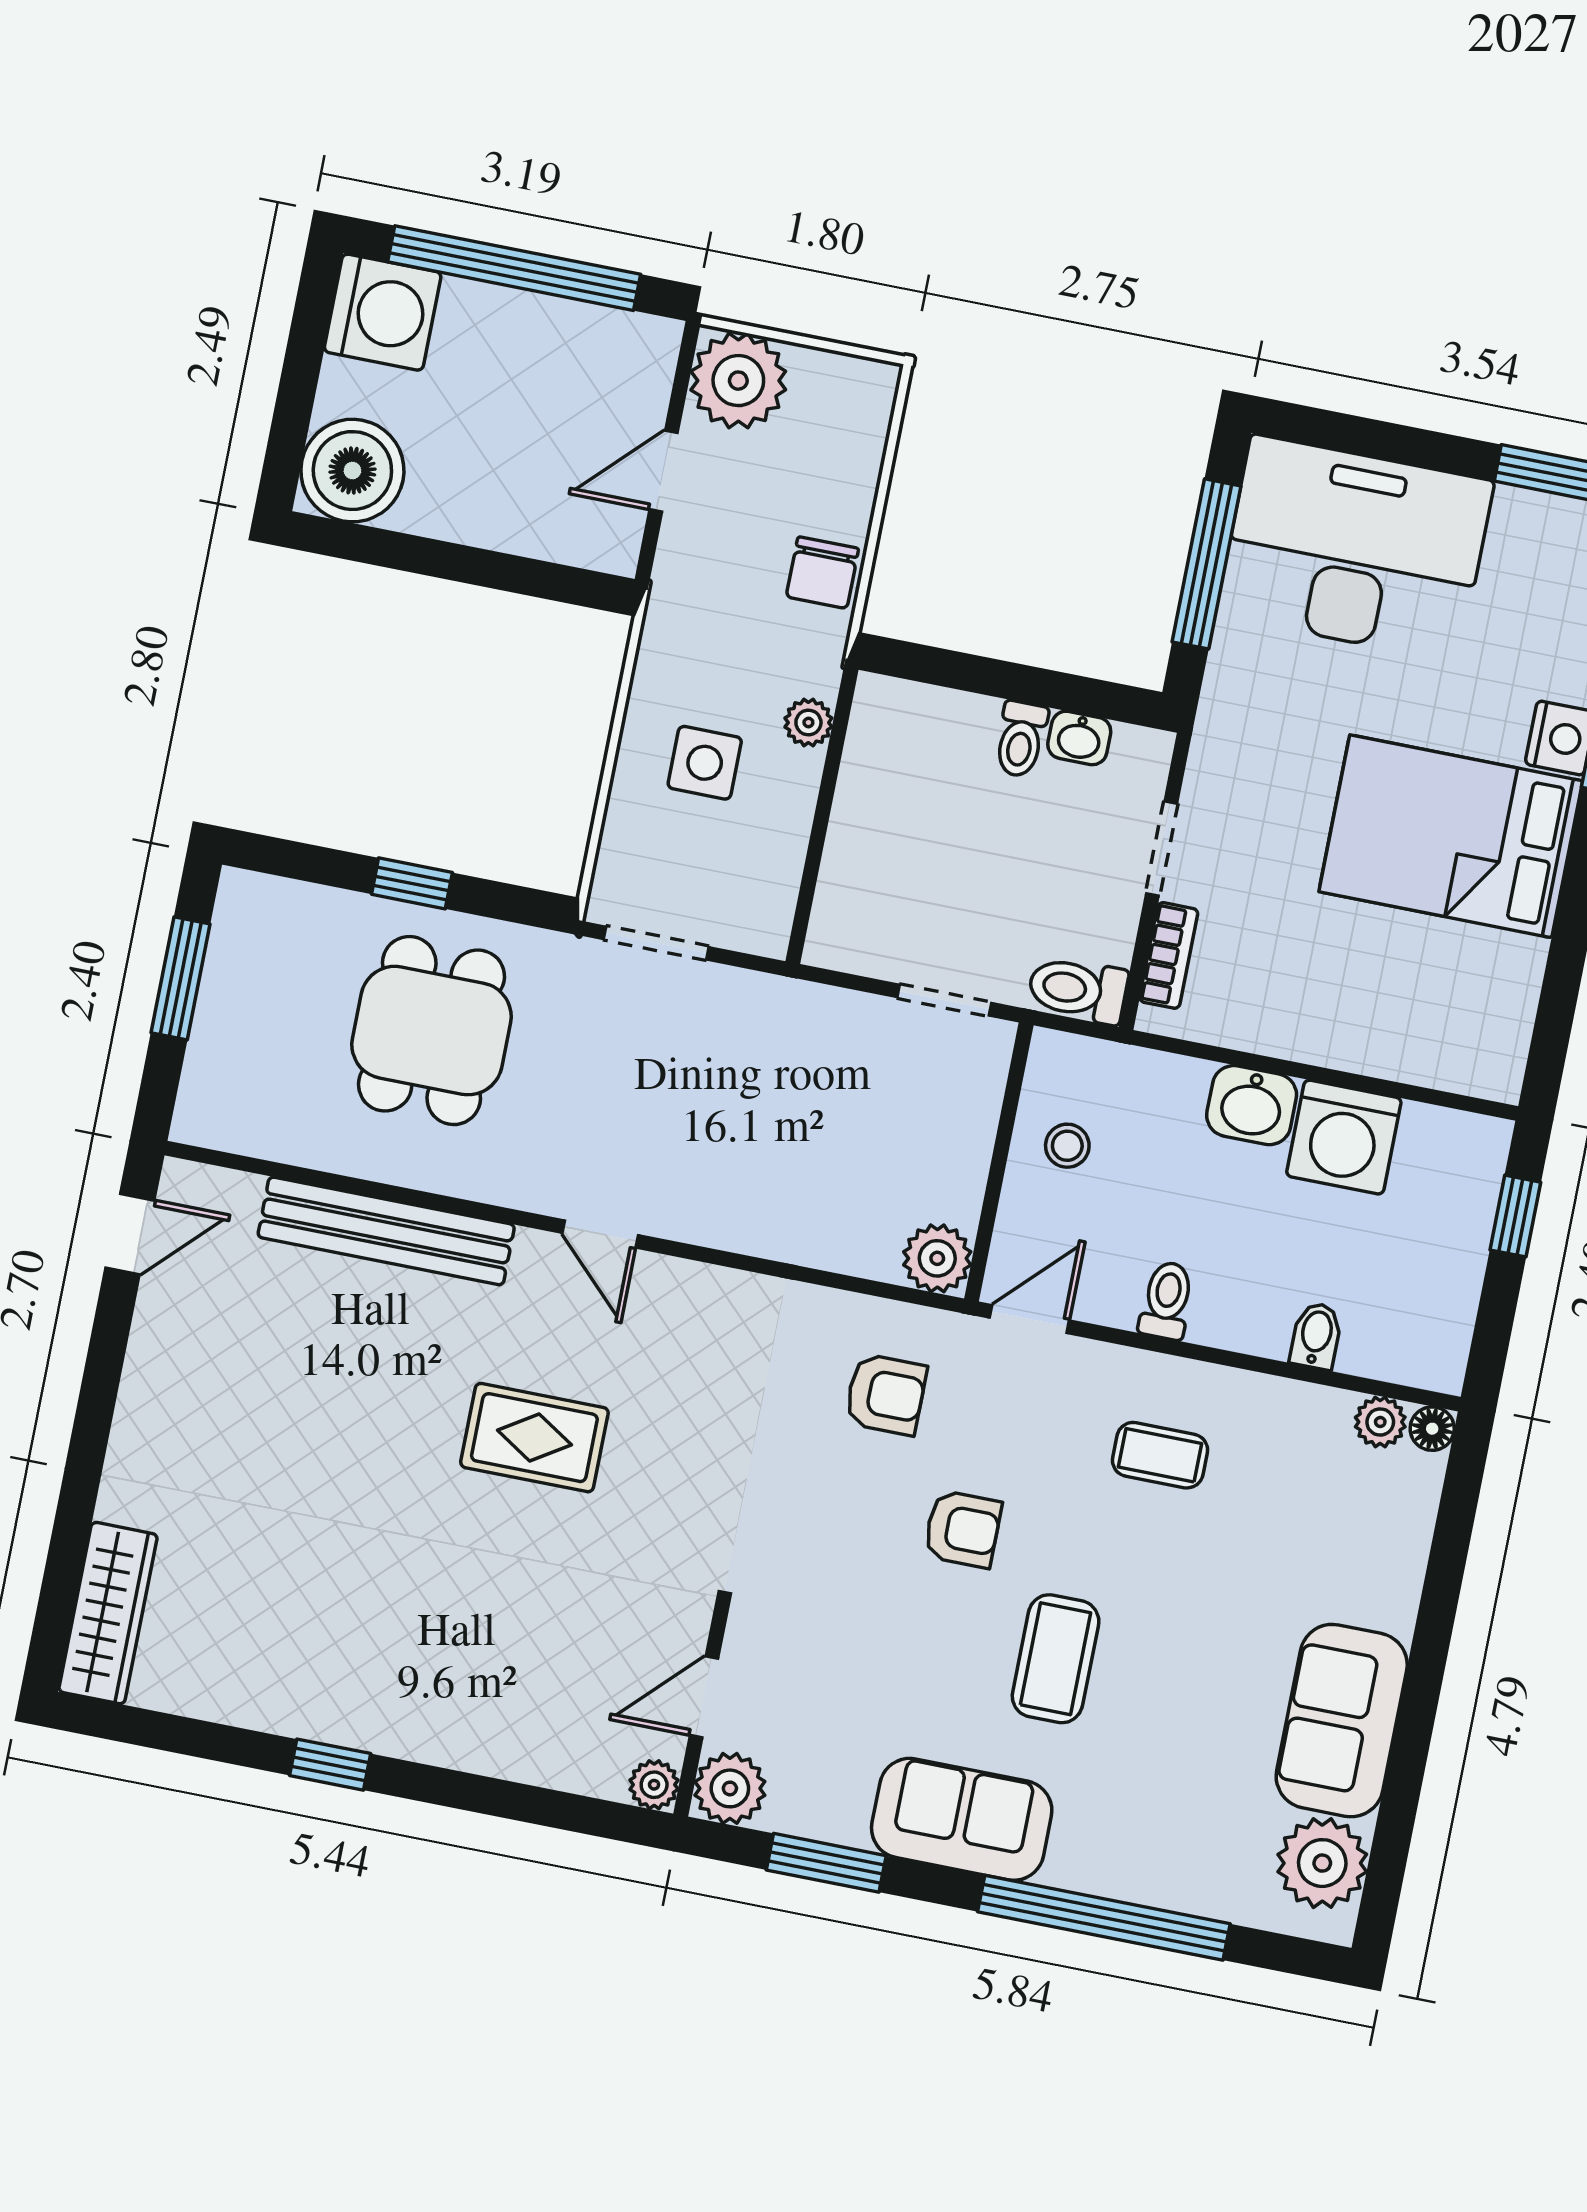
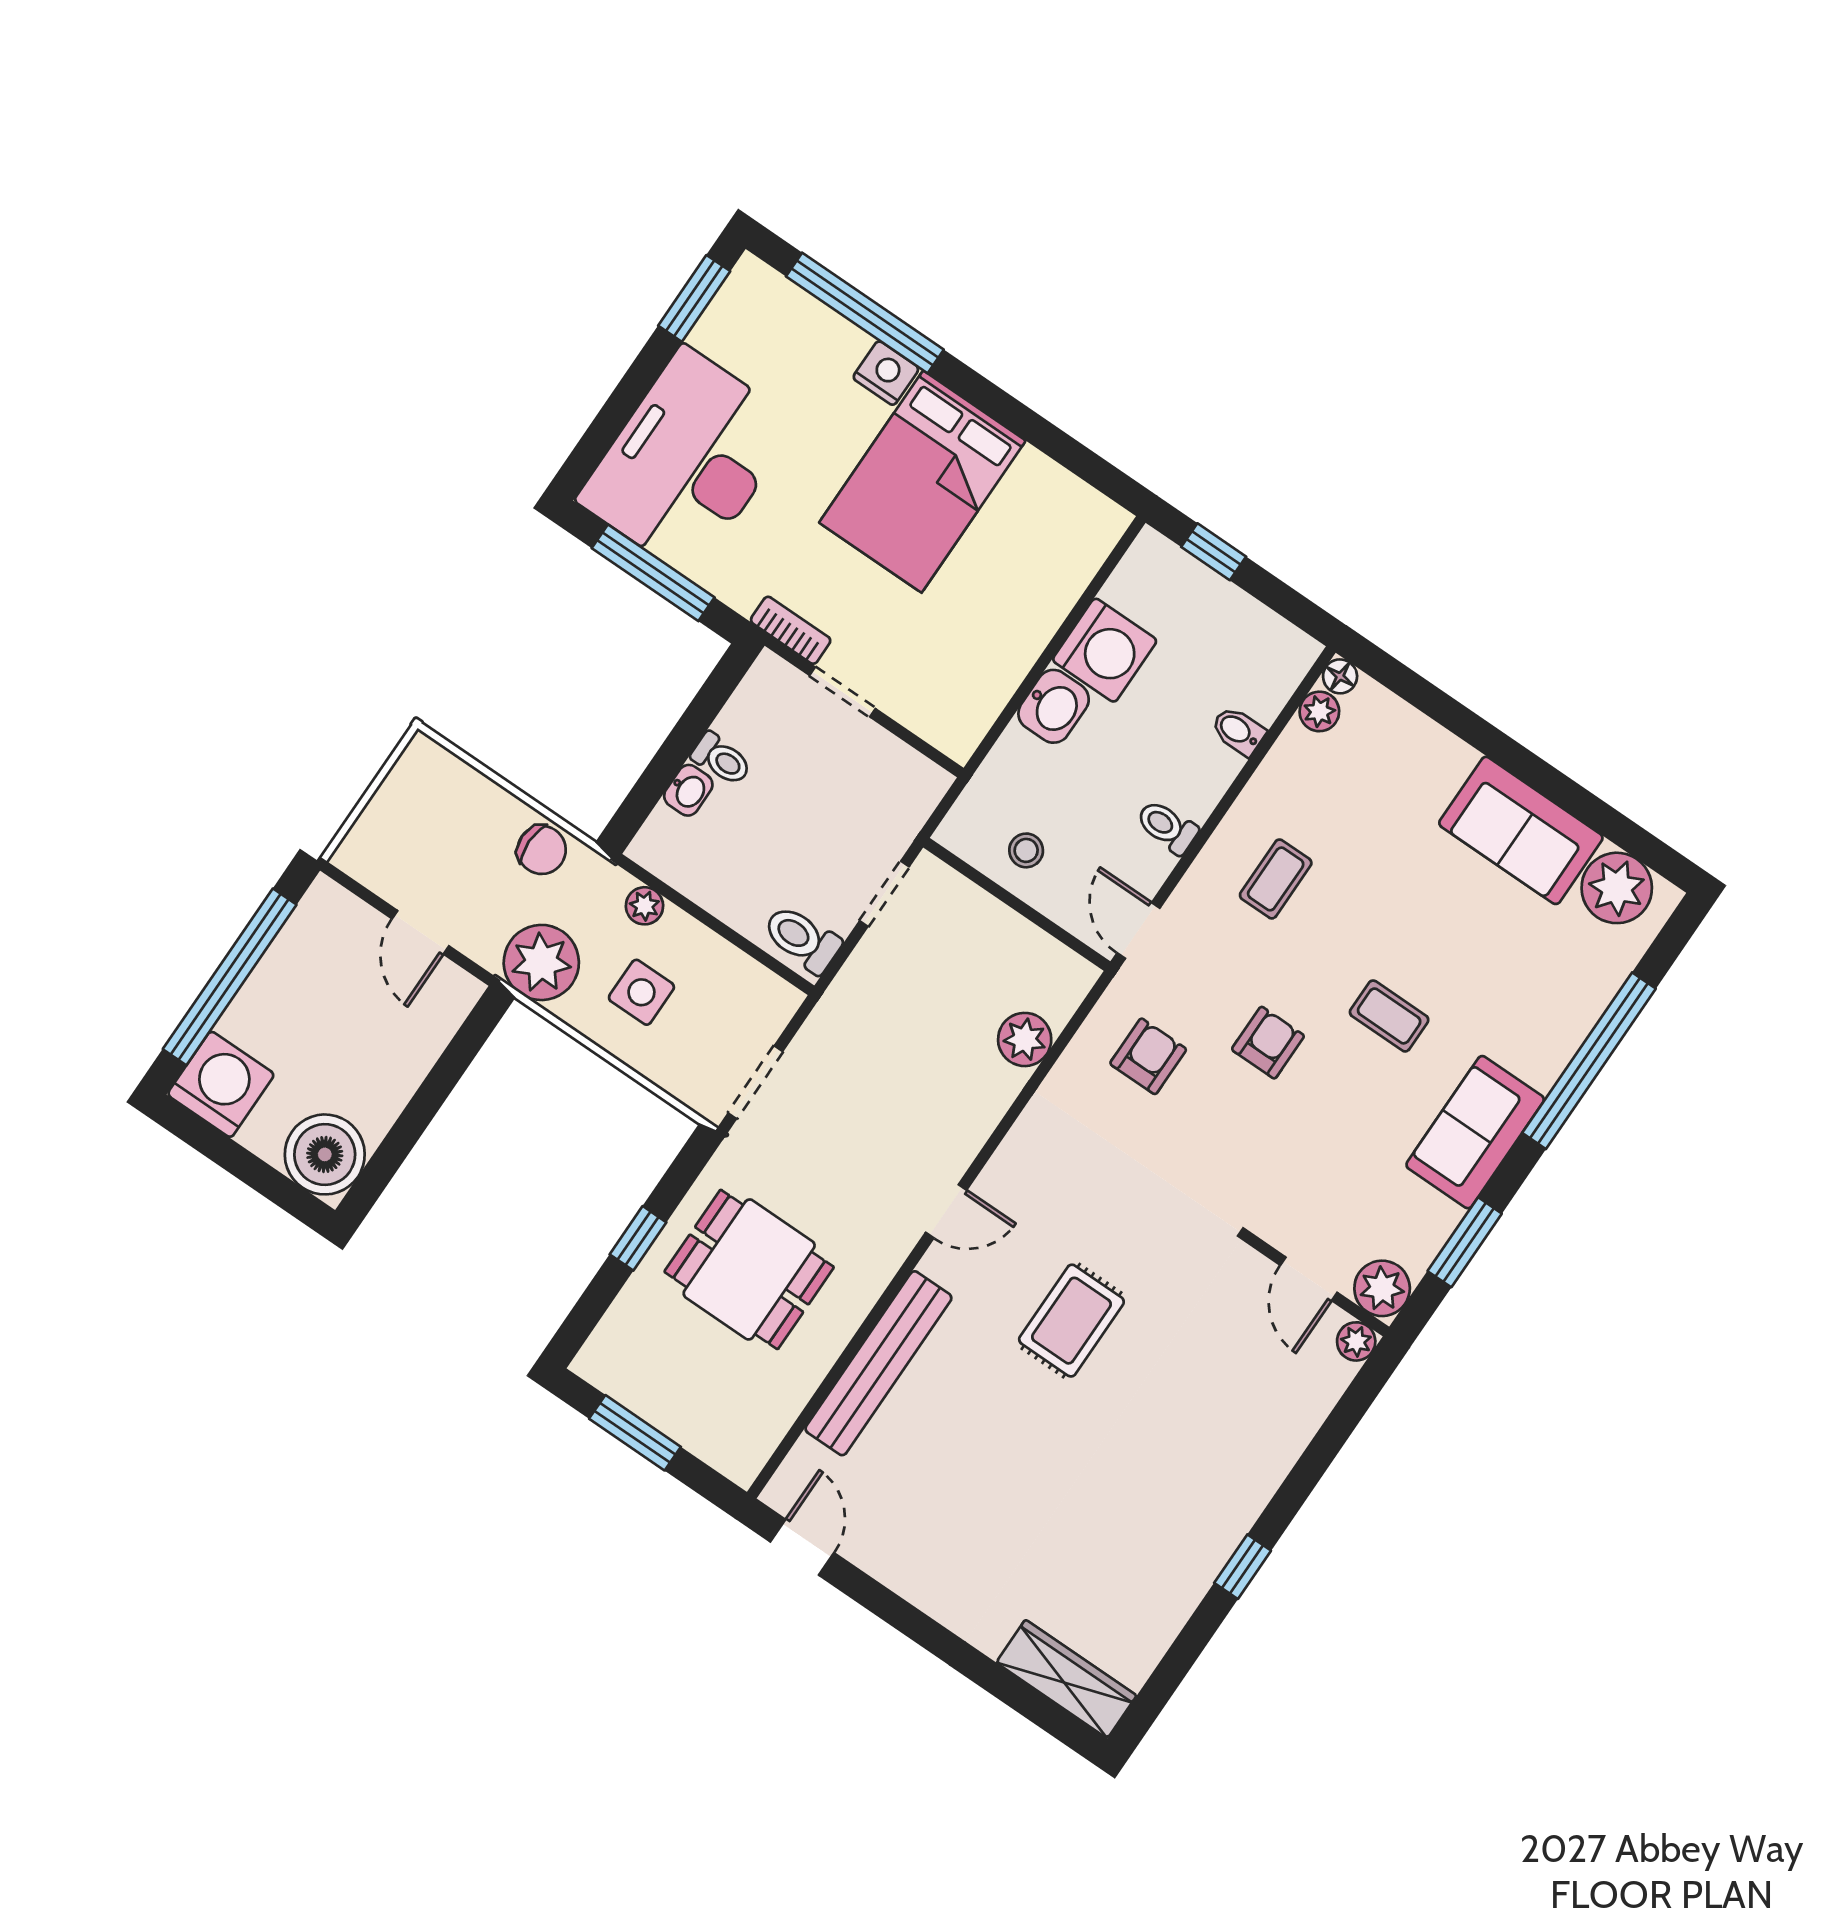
plant: (738, 381) -> (541, 962), moved
washbasin: (1079, 738) -> (688, 790), moved
bookcase: (1169, 955) -> (791, 630), moved
toilet: (1078, 990) -> (802, 939), moved, turned 90
plant: (937, 1258) -> (1025, 1039), moved
coffee table: (1056, 1659) -> (1389, 1016), width x0.73, depth x0.77

